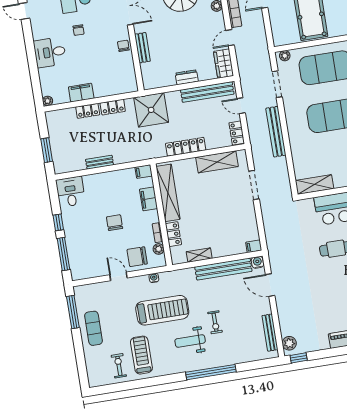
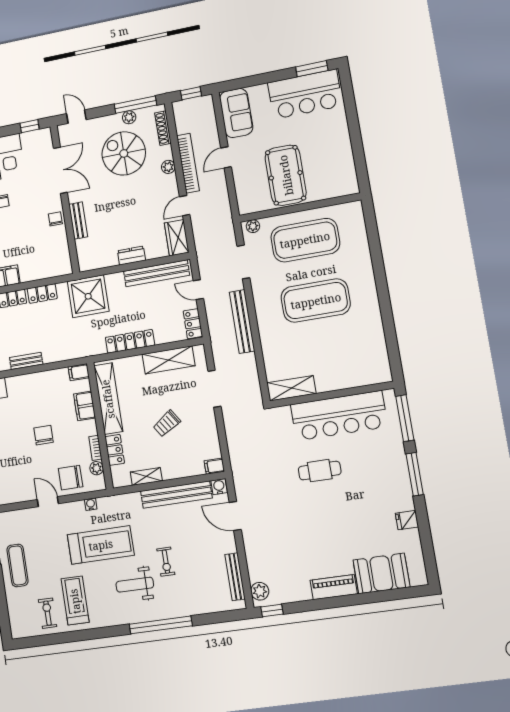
trolley: (216, 213) -> (167, 424), added

